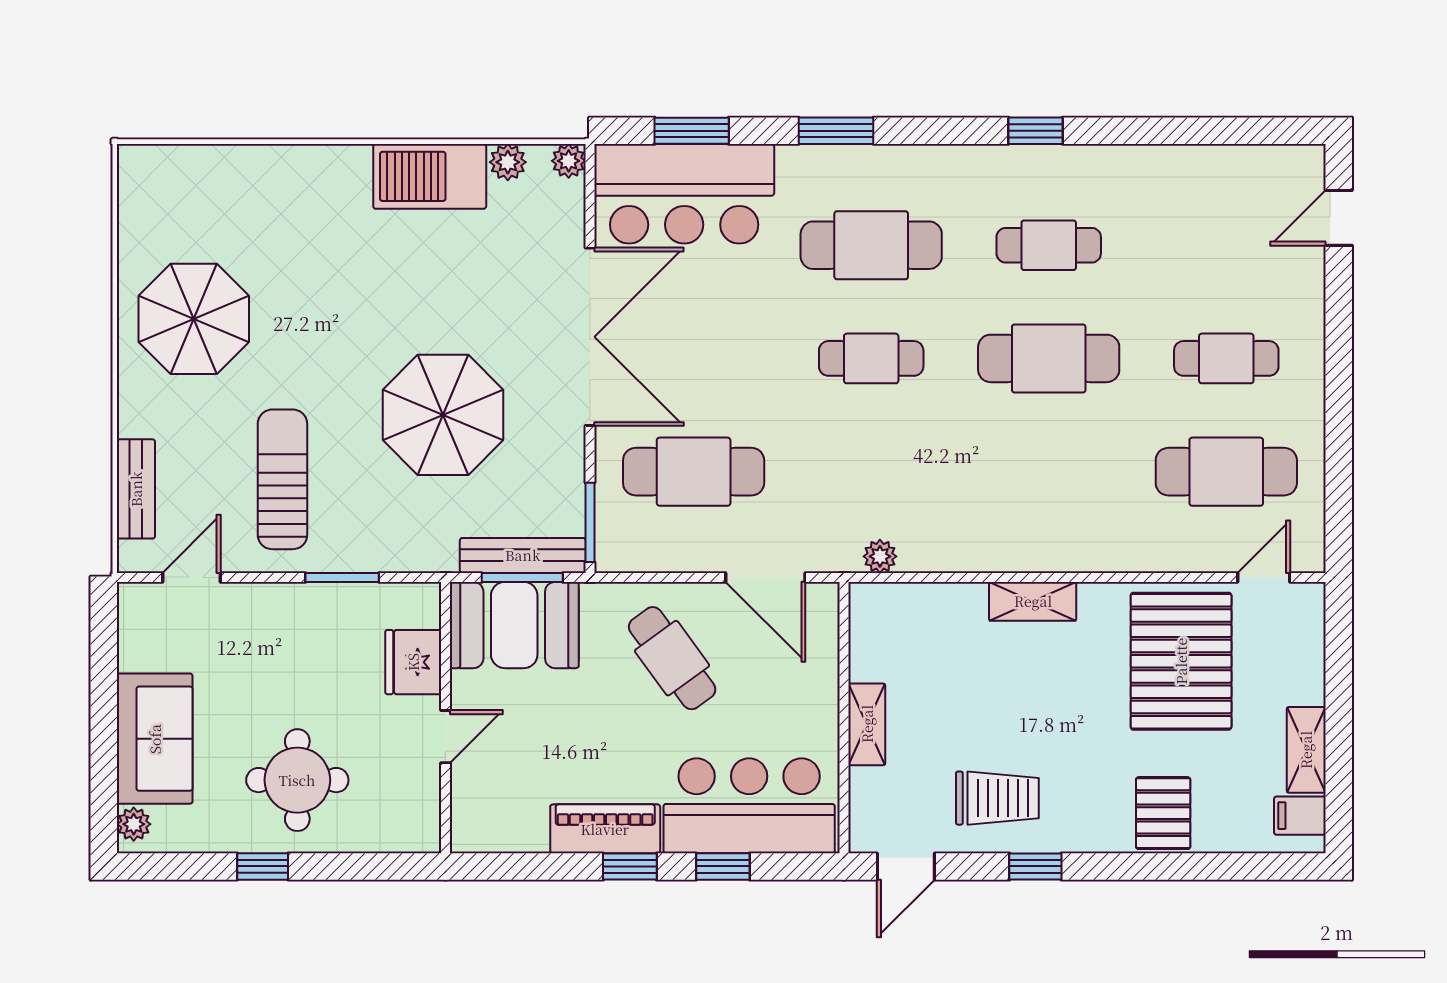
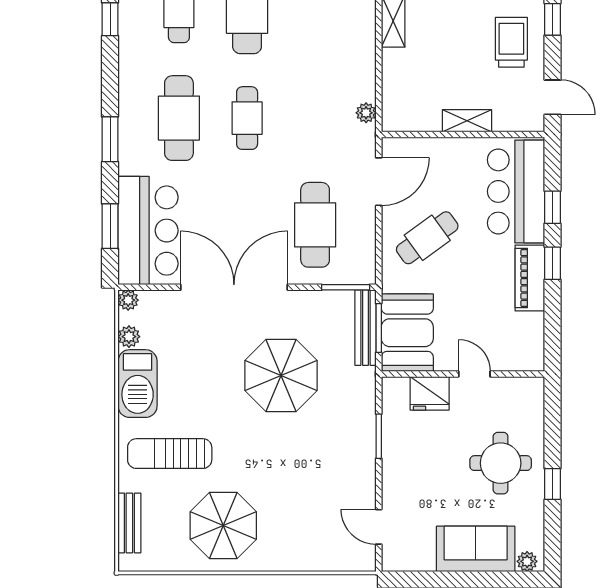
sun lounger: (282, 479) -> (170, 454), moved
bench: (136, 489) -> (129, 523), moved, turned 90

